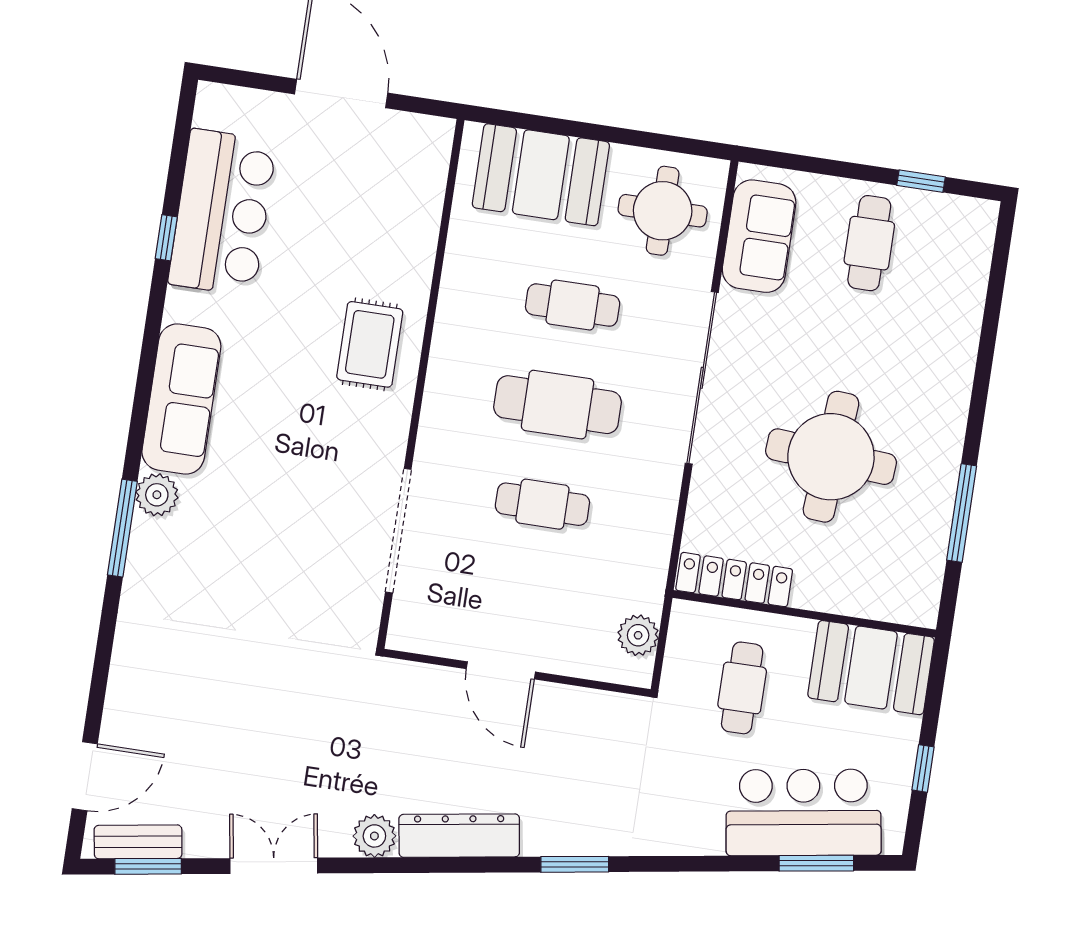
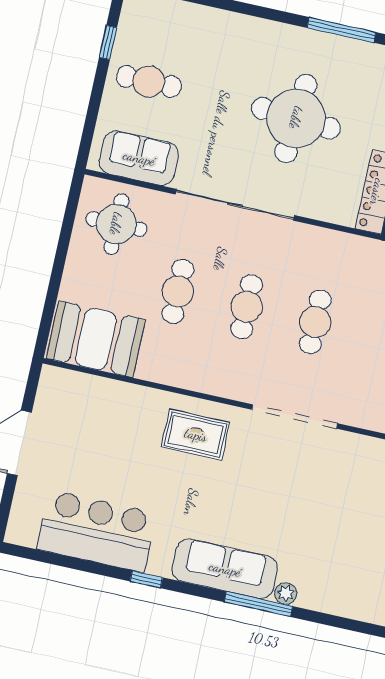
booth: (541, 175) -> (96, 339), moved, turned 90
window: (166, 238) -> (146, 579), moved
cafe table: (558, 405) -> (247, 307), width x0.73, depth x0.74
plant: (157, 495) -> (286, 593), width x0.73, depth x0.73
window: (122, 528) -> (258, 604), moved
doorway: (398, 531) -> (295, 417), moved

